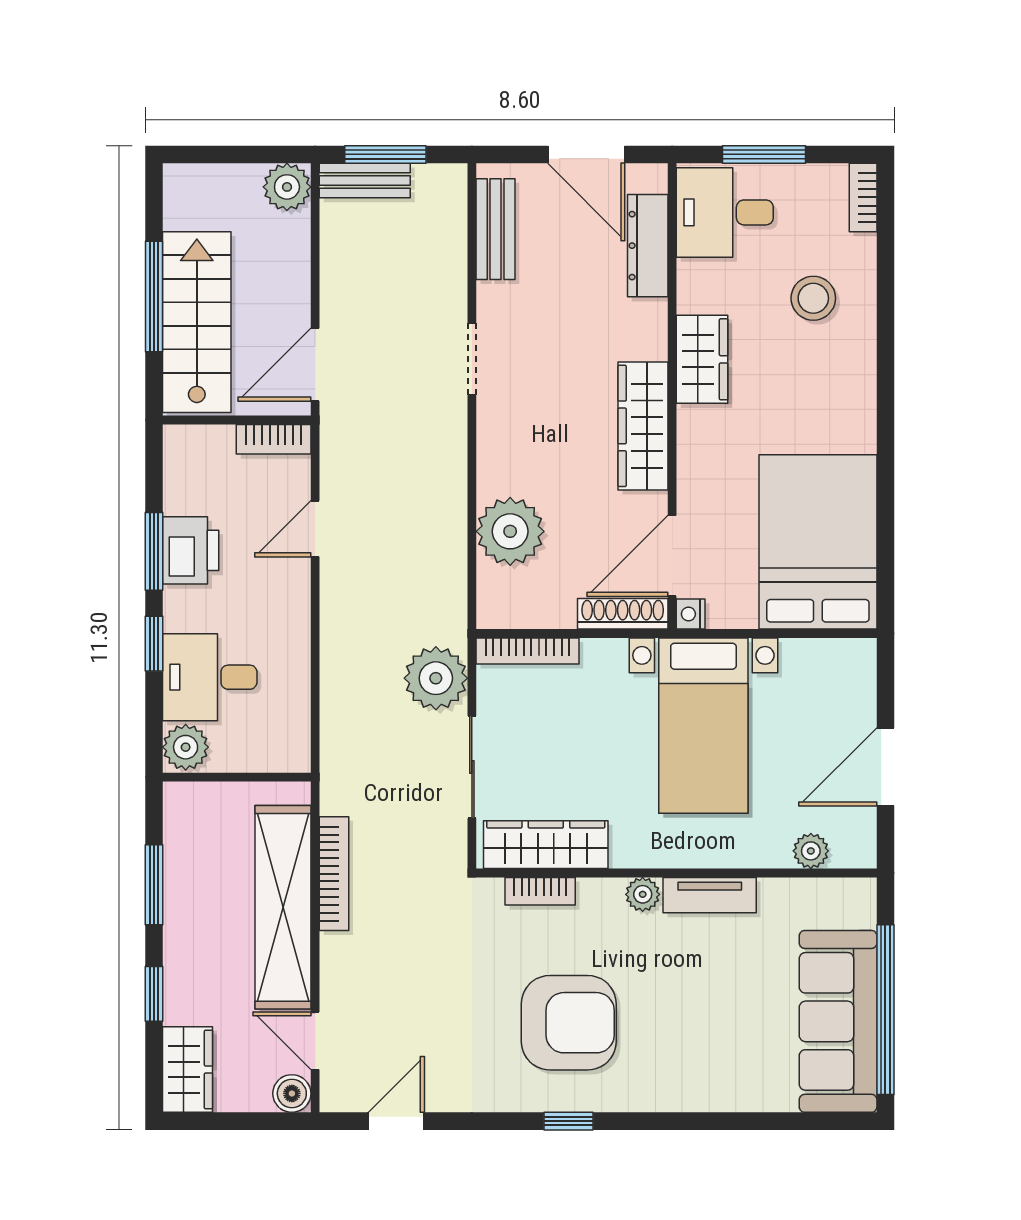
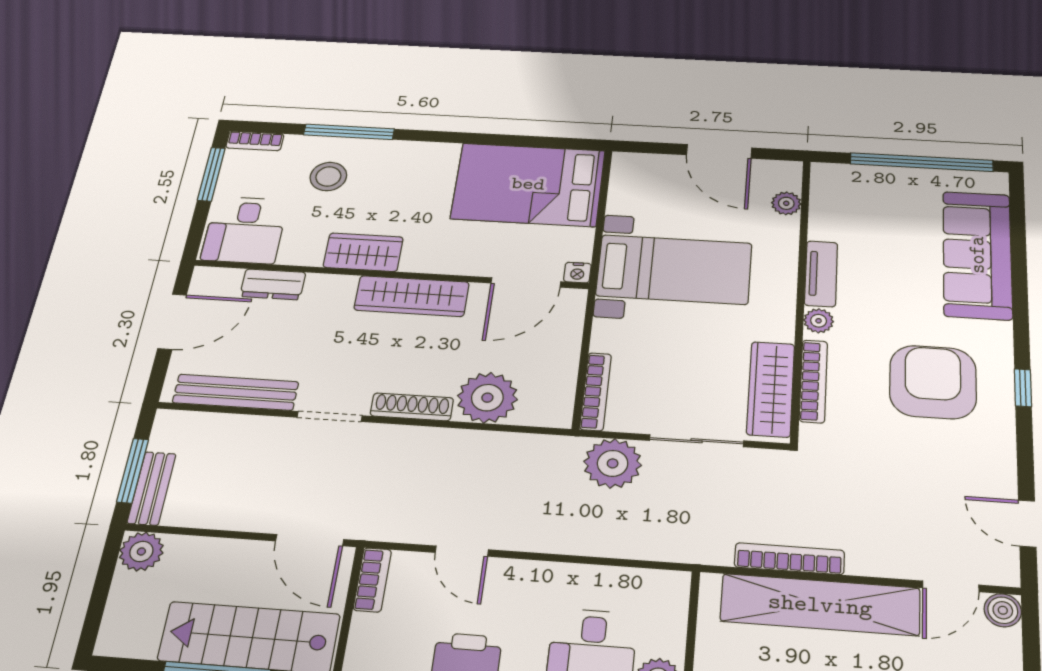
window: (764, 154) -> (211, 174), moved
bench: (496, 229) -> (236, 392), width x1.36
dresser: (648, 246) -> (273, 284), width x0.70
window: (885, 311) -> (349, 132), added
door: (672, 556) -> (526, 282), hinge flipped
shoe rack: (623, 614) -> (412, 407), moved, turned 90
bookcase: (540, 891) -> (813, 381), width x1.56
sofa: (838, 1021) -> (977, 255), moved, turned 90

